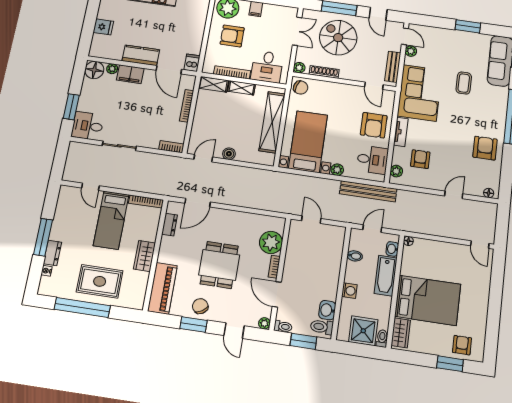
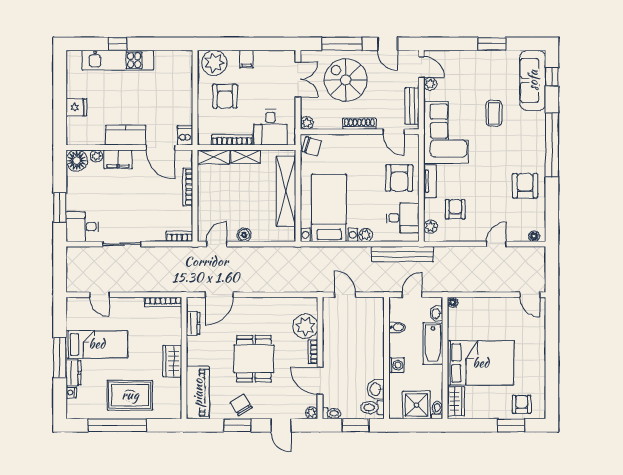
armchair: (232, 36) -> (225, 96), turned -90
shoe rack: (324, 72) -> (359, 124), moved
bed: (111, 220) -> (97, 344), moved, turned -90

